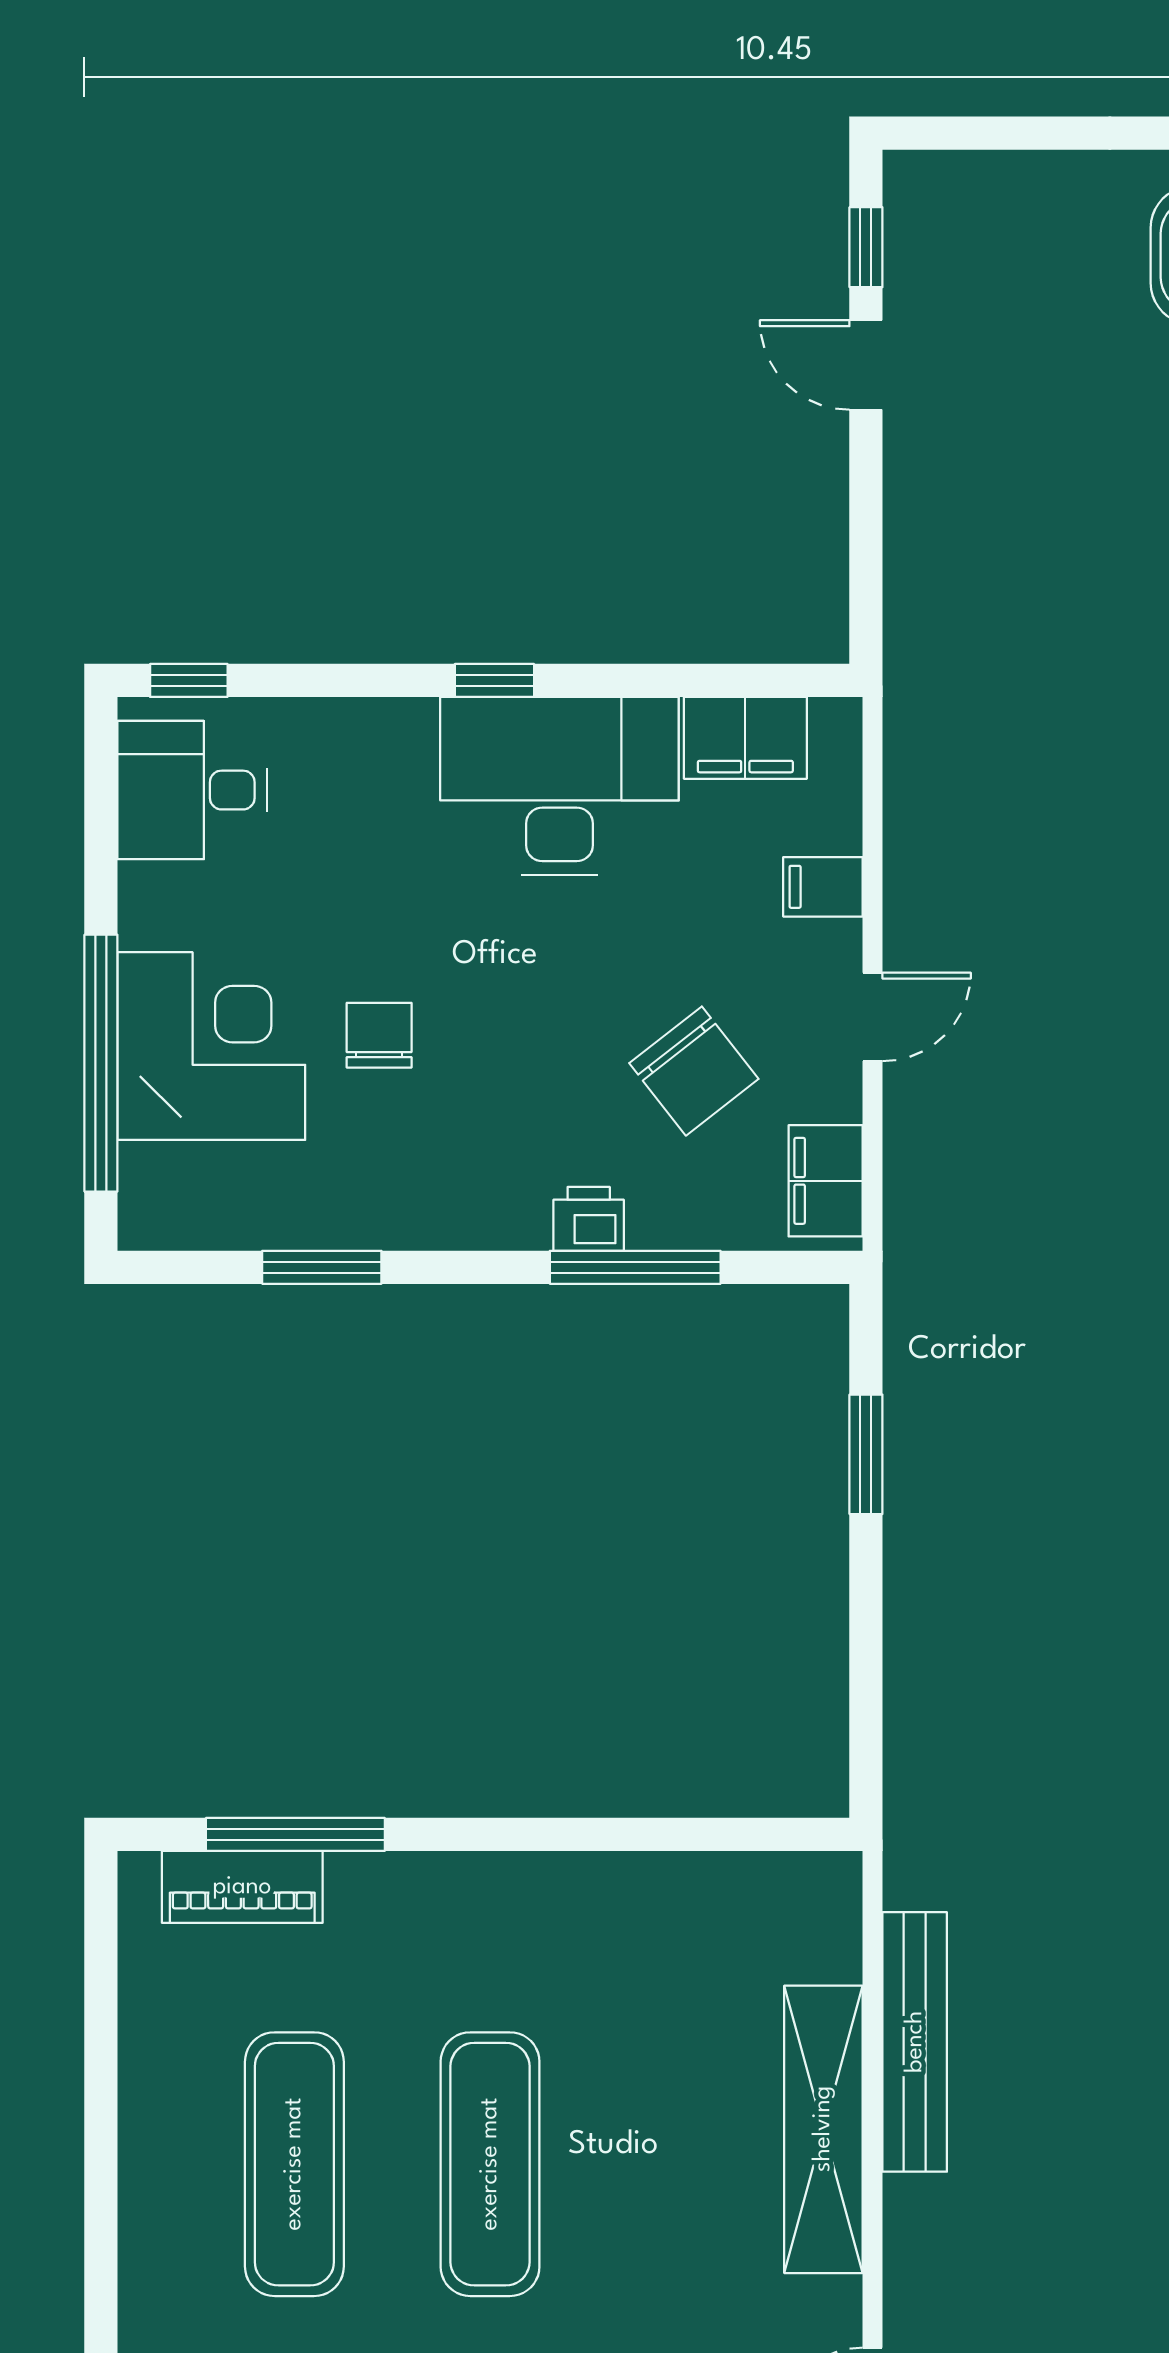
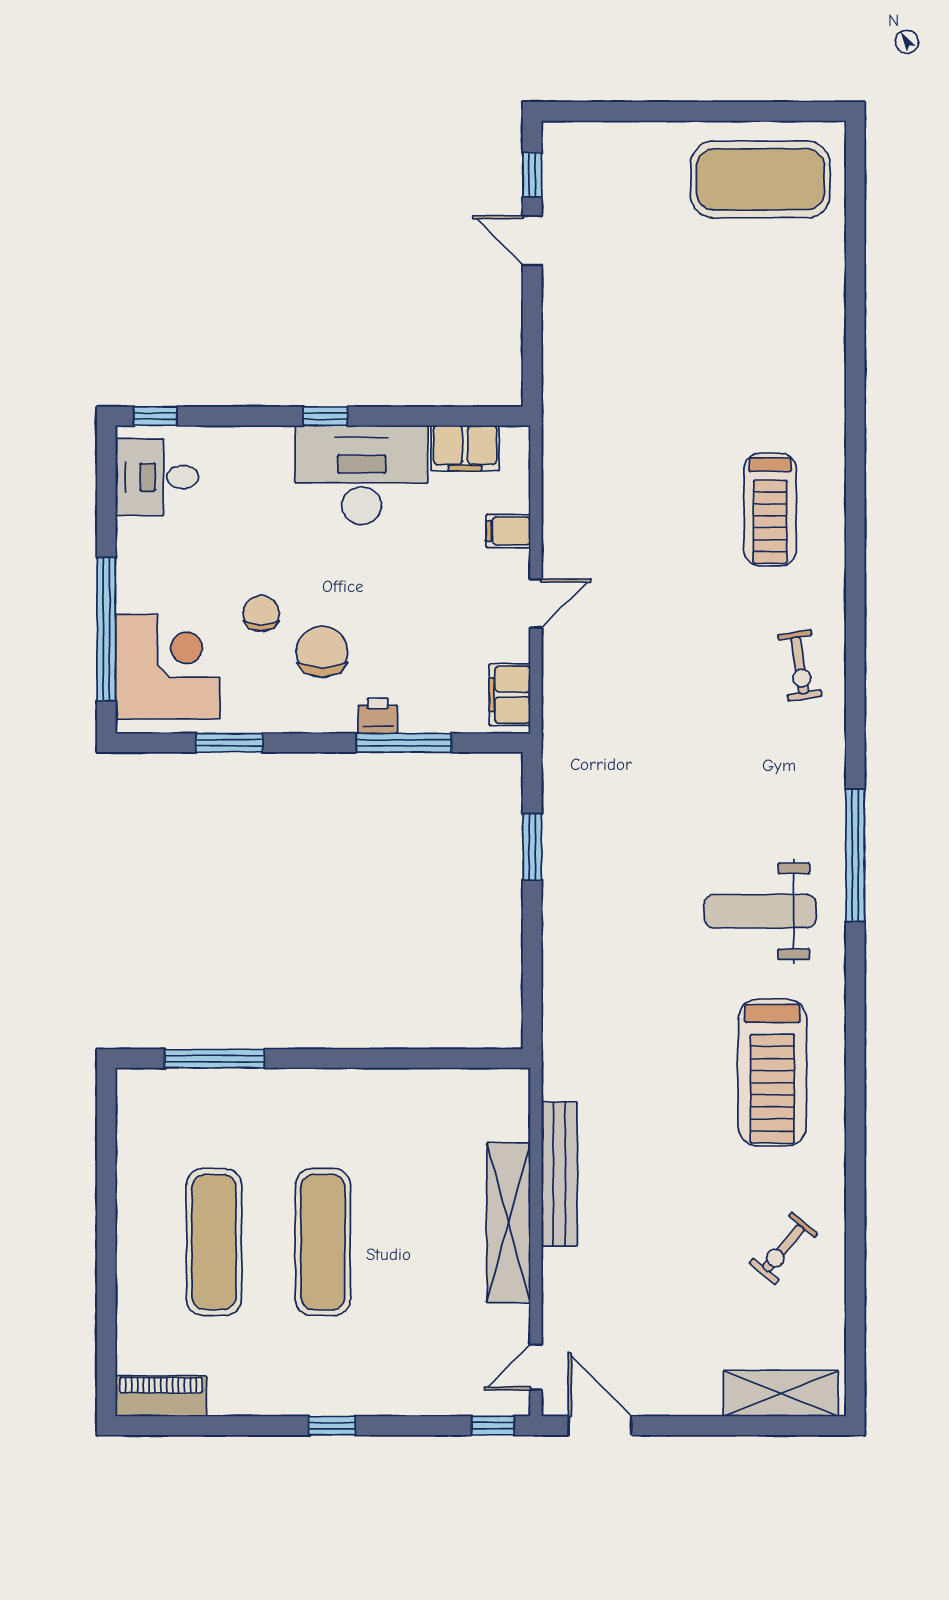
corner desk: (211, 1046) -> (168, 667), moved
chair: (694, 1071) -> (322, 652), moved, turned -142
piano: (242, 1887) -> (185, 1088), removed

